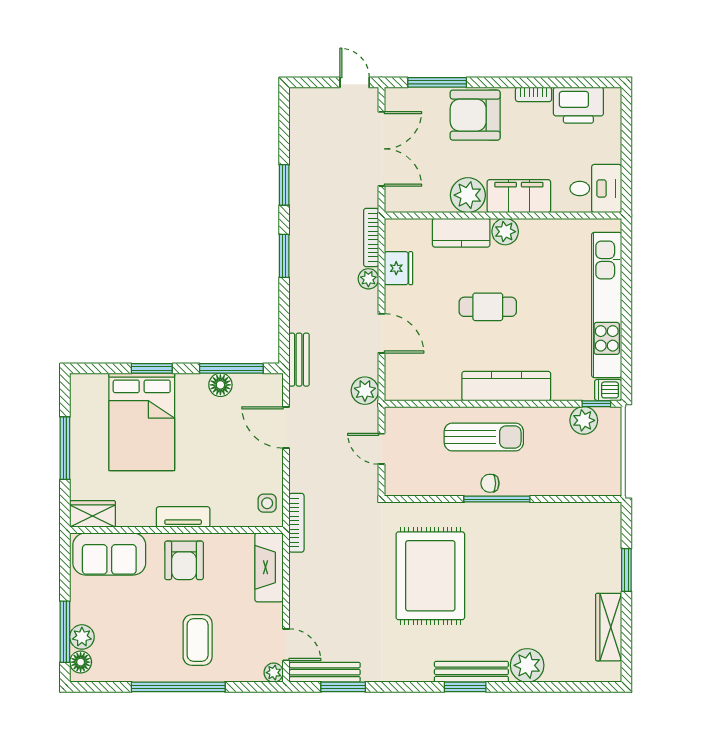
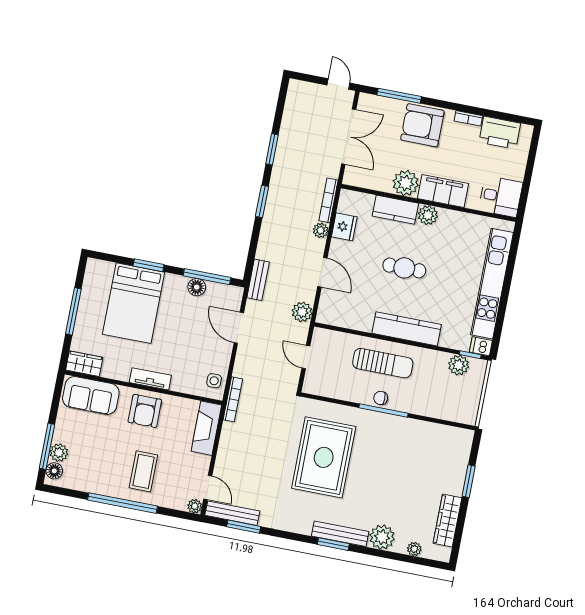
plant: (572, 673) -> (414, 549), added

